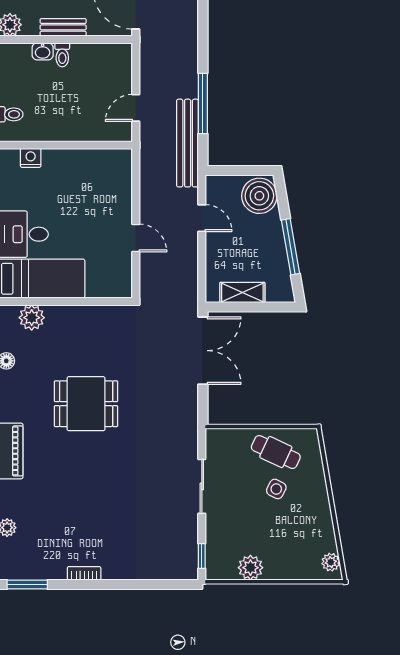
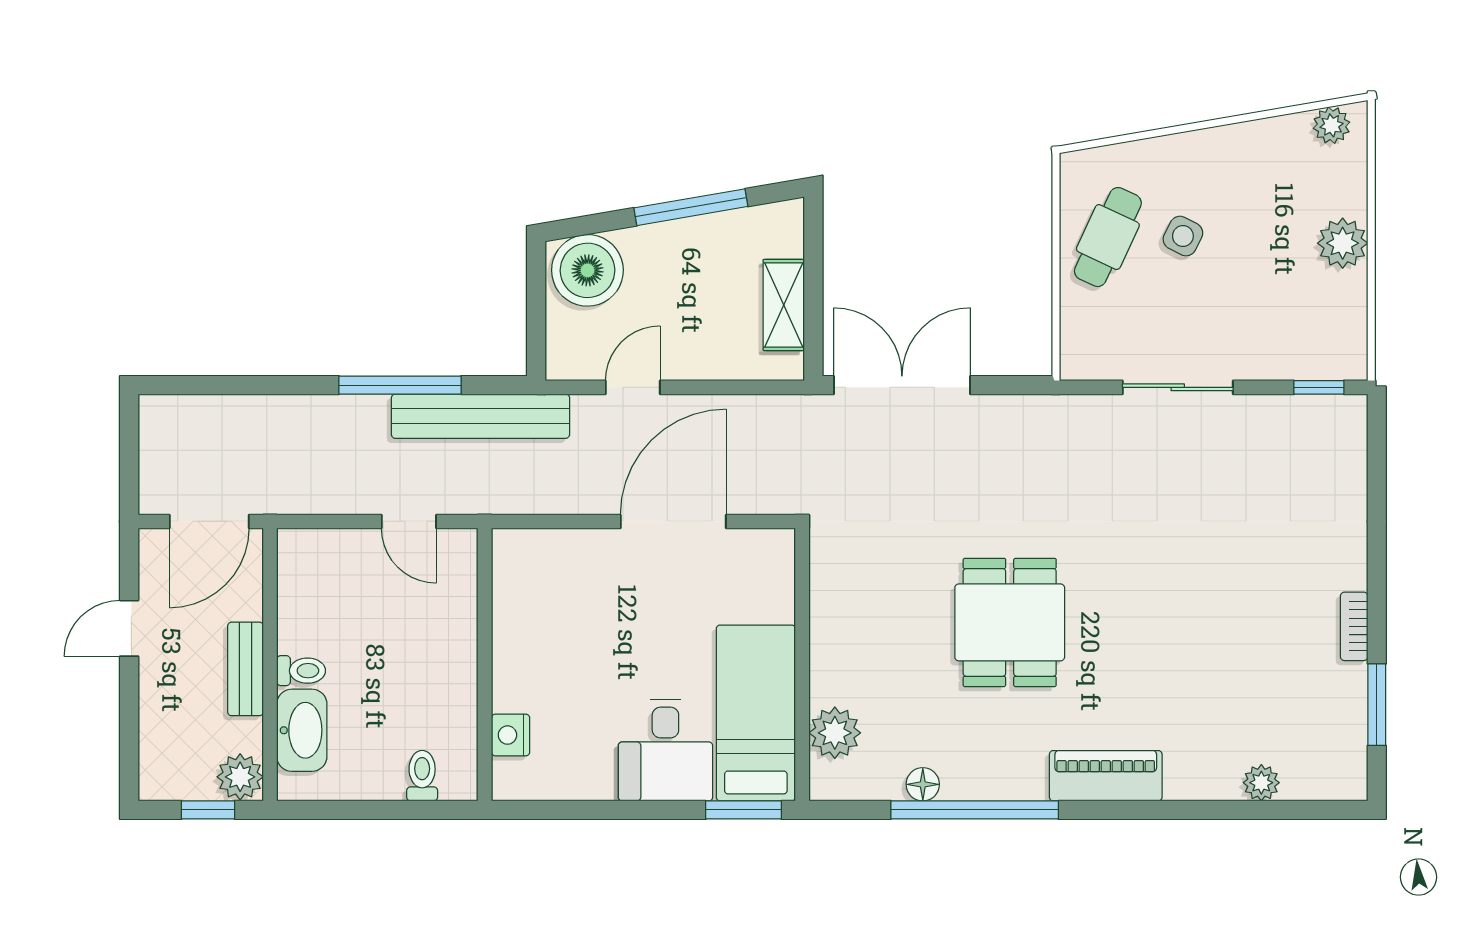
washbasin: (43, 51) -> (302, 730), width x1.91, depth x1.45
door: (136, 238) -> (673, 521), width x1.88
plant: (250, 568) -> (1343, 243), moved
window: (27, 584) -> (1377, 705), moved

